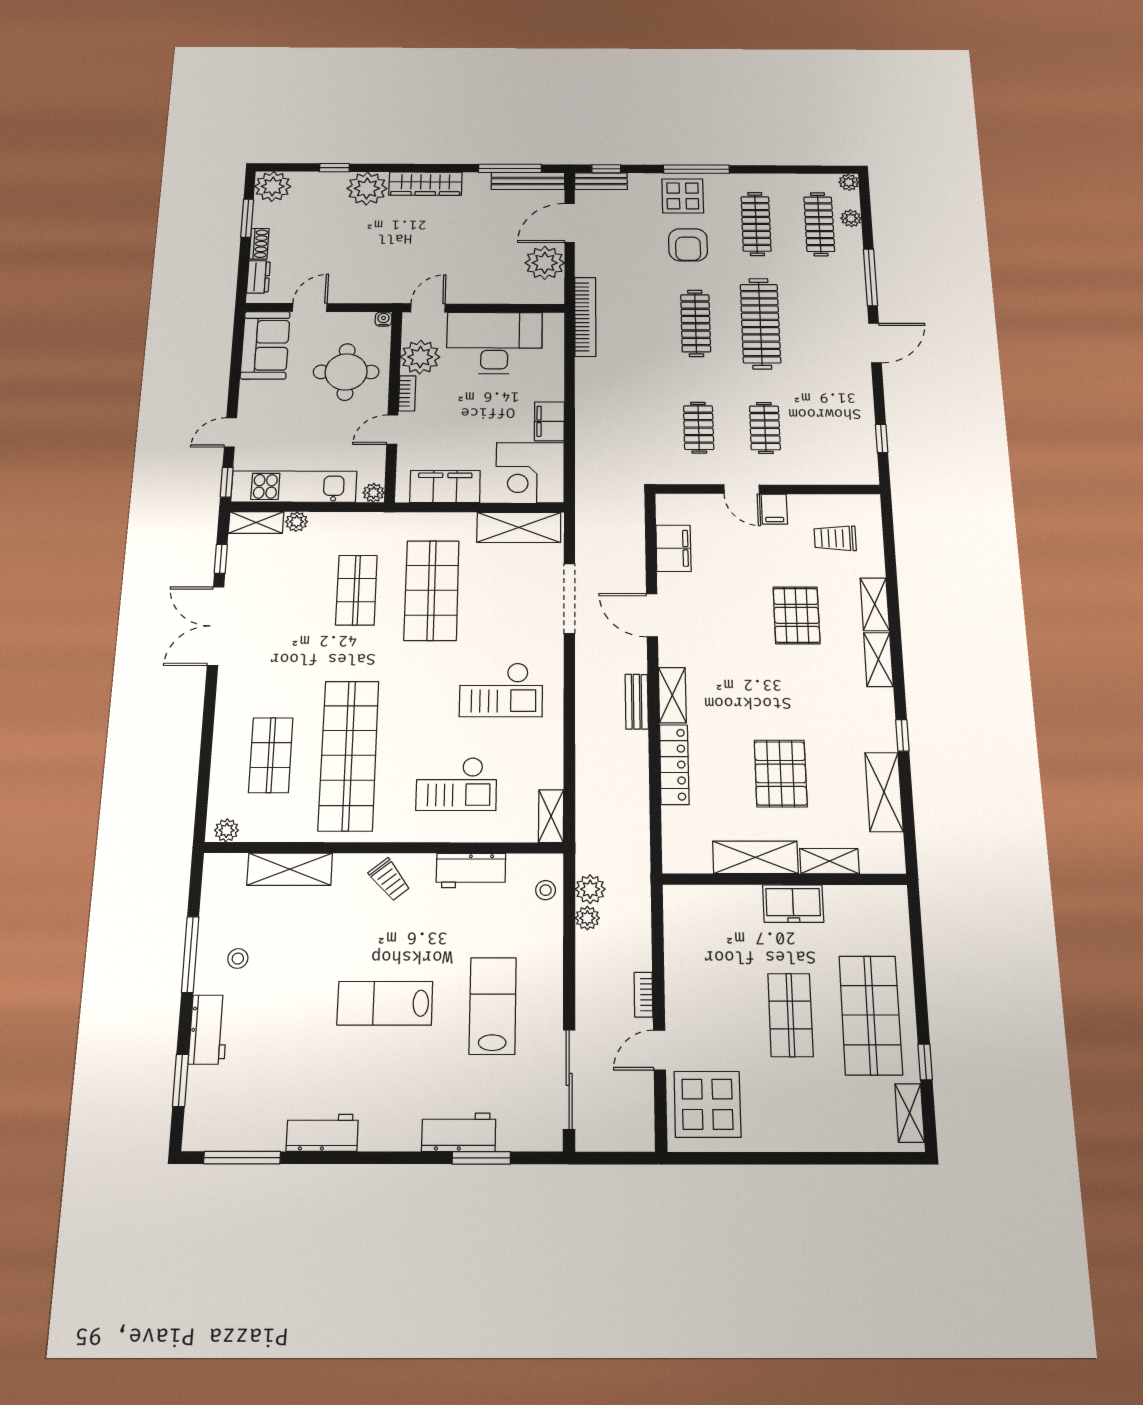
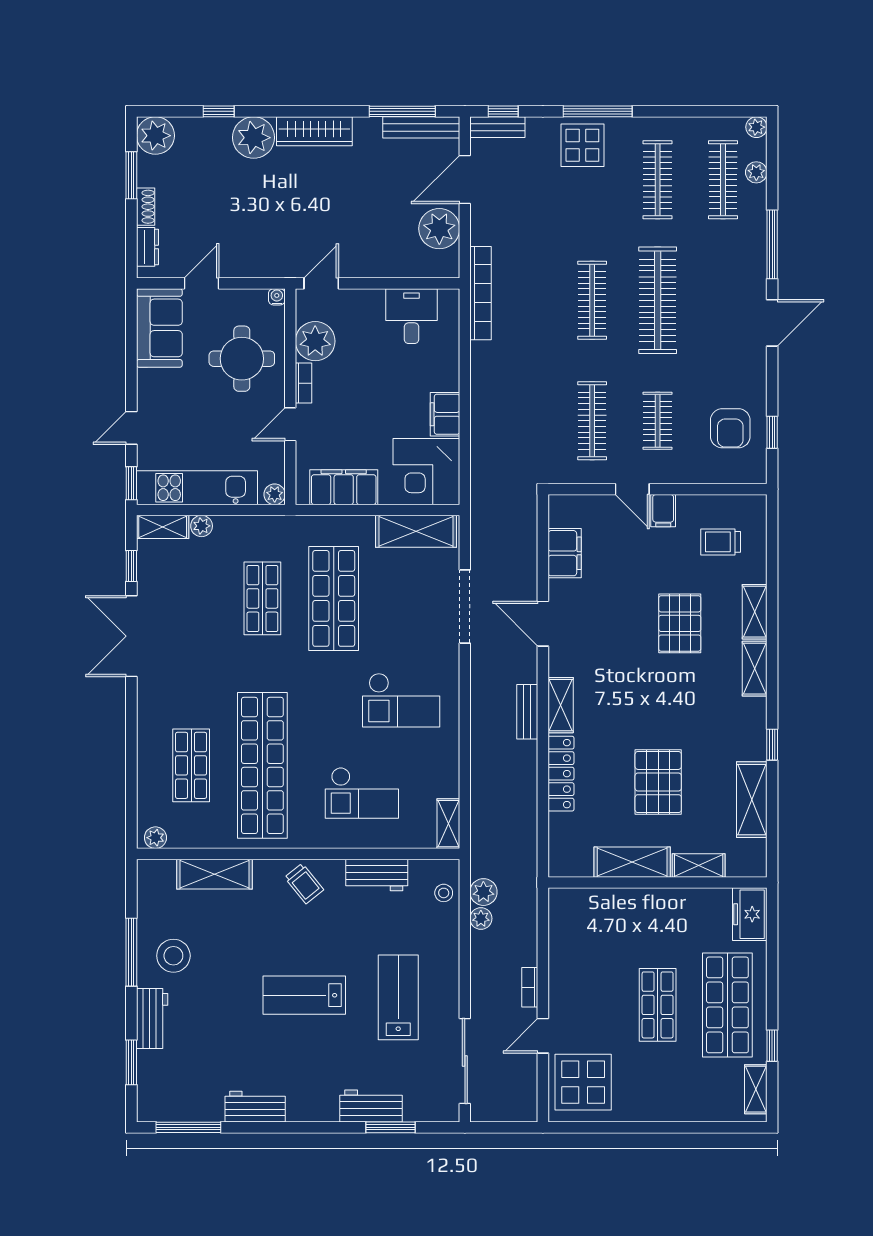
armchair: (688, 245) -> (730, 428), moved
desk: (494, 343) -> (412, 316), width x0.53, depth x0.77
clothes rail: (699, 428) -> (592, 421), width x1.36
freezer: (793, 904) -> (750, 914), moved, turned 90
stool: (238, 959) -> (173, 956), width x1.89, depth x1.89

